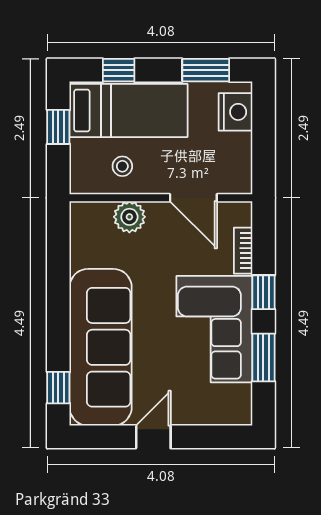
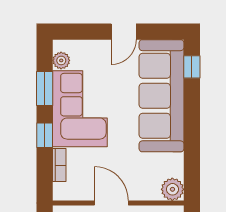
door: (193, 198) -> (111, 203), moved
plant: (129, 217) -> (172, 189), moved
plant: (240, 396) -> (61, 60), added

